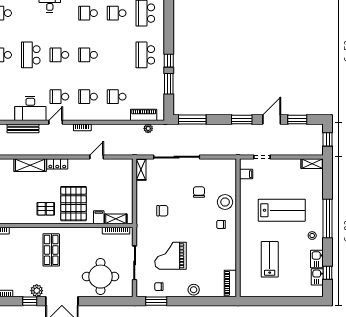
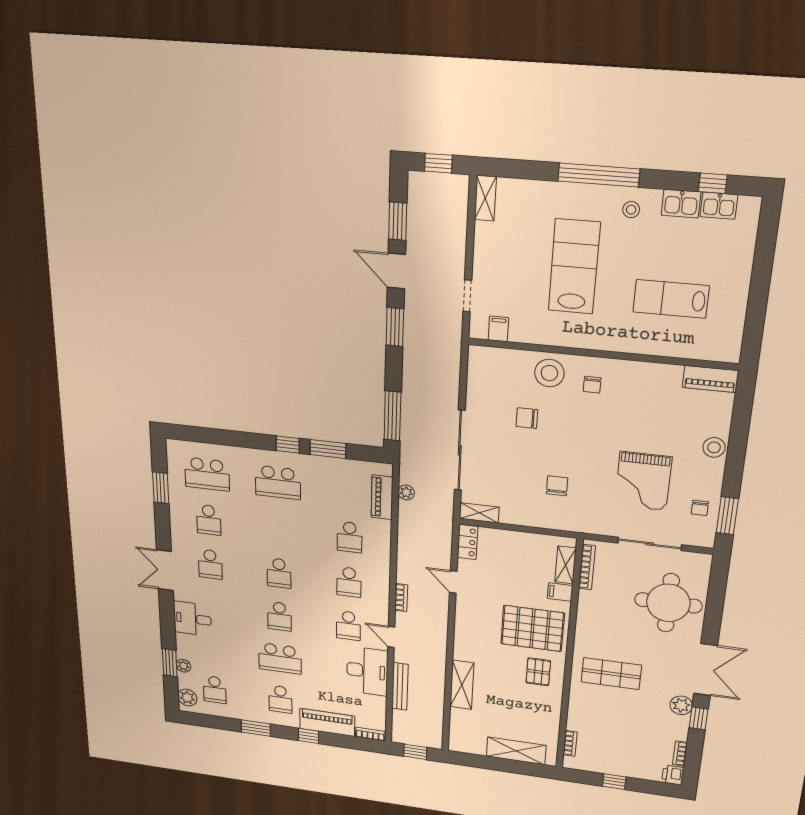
locker: (57, 164) -> (468, 542), moved

